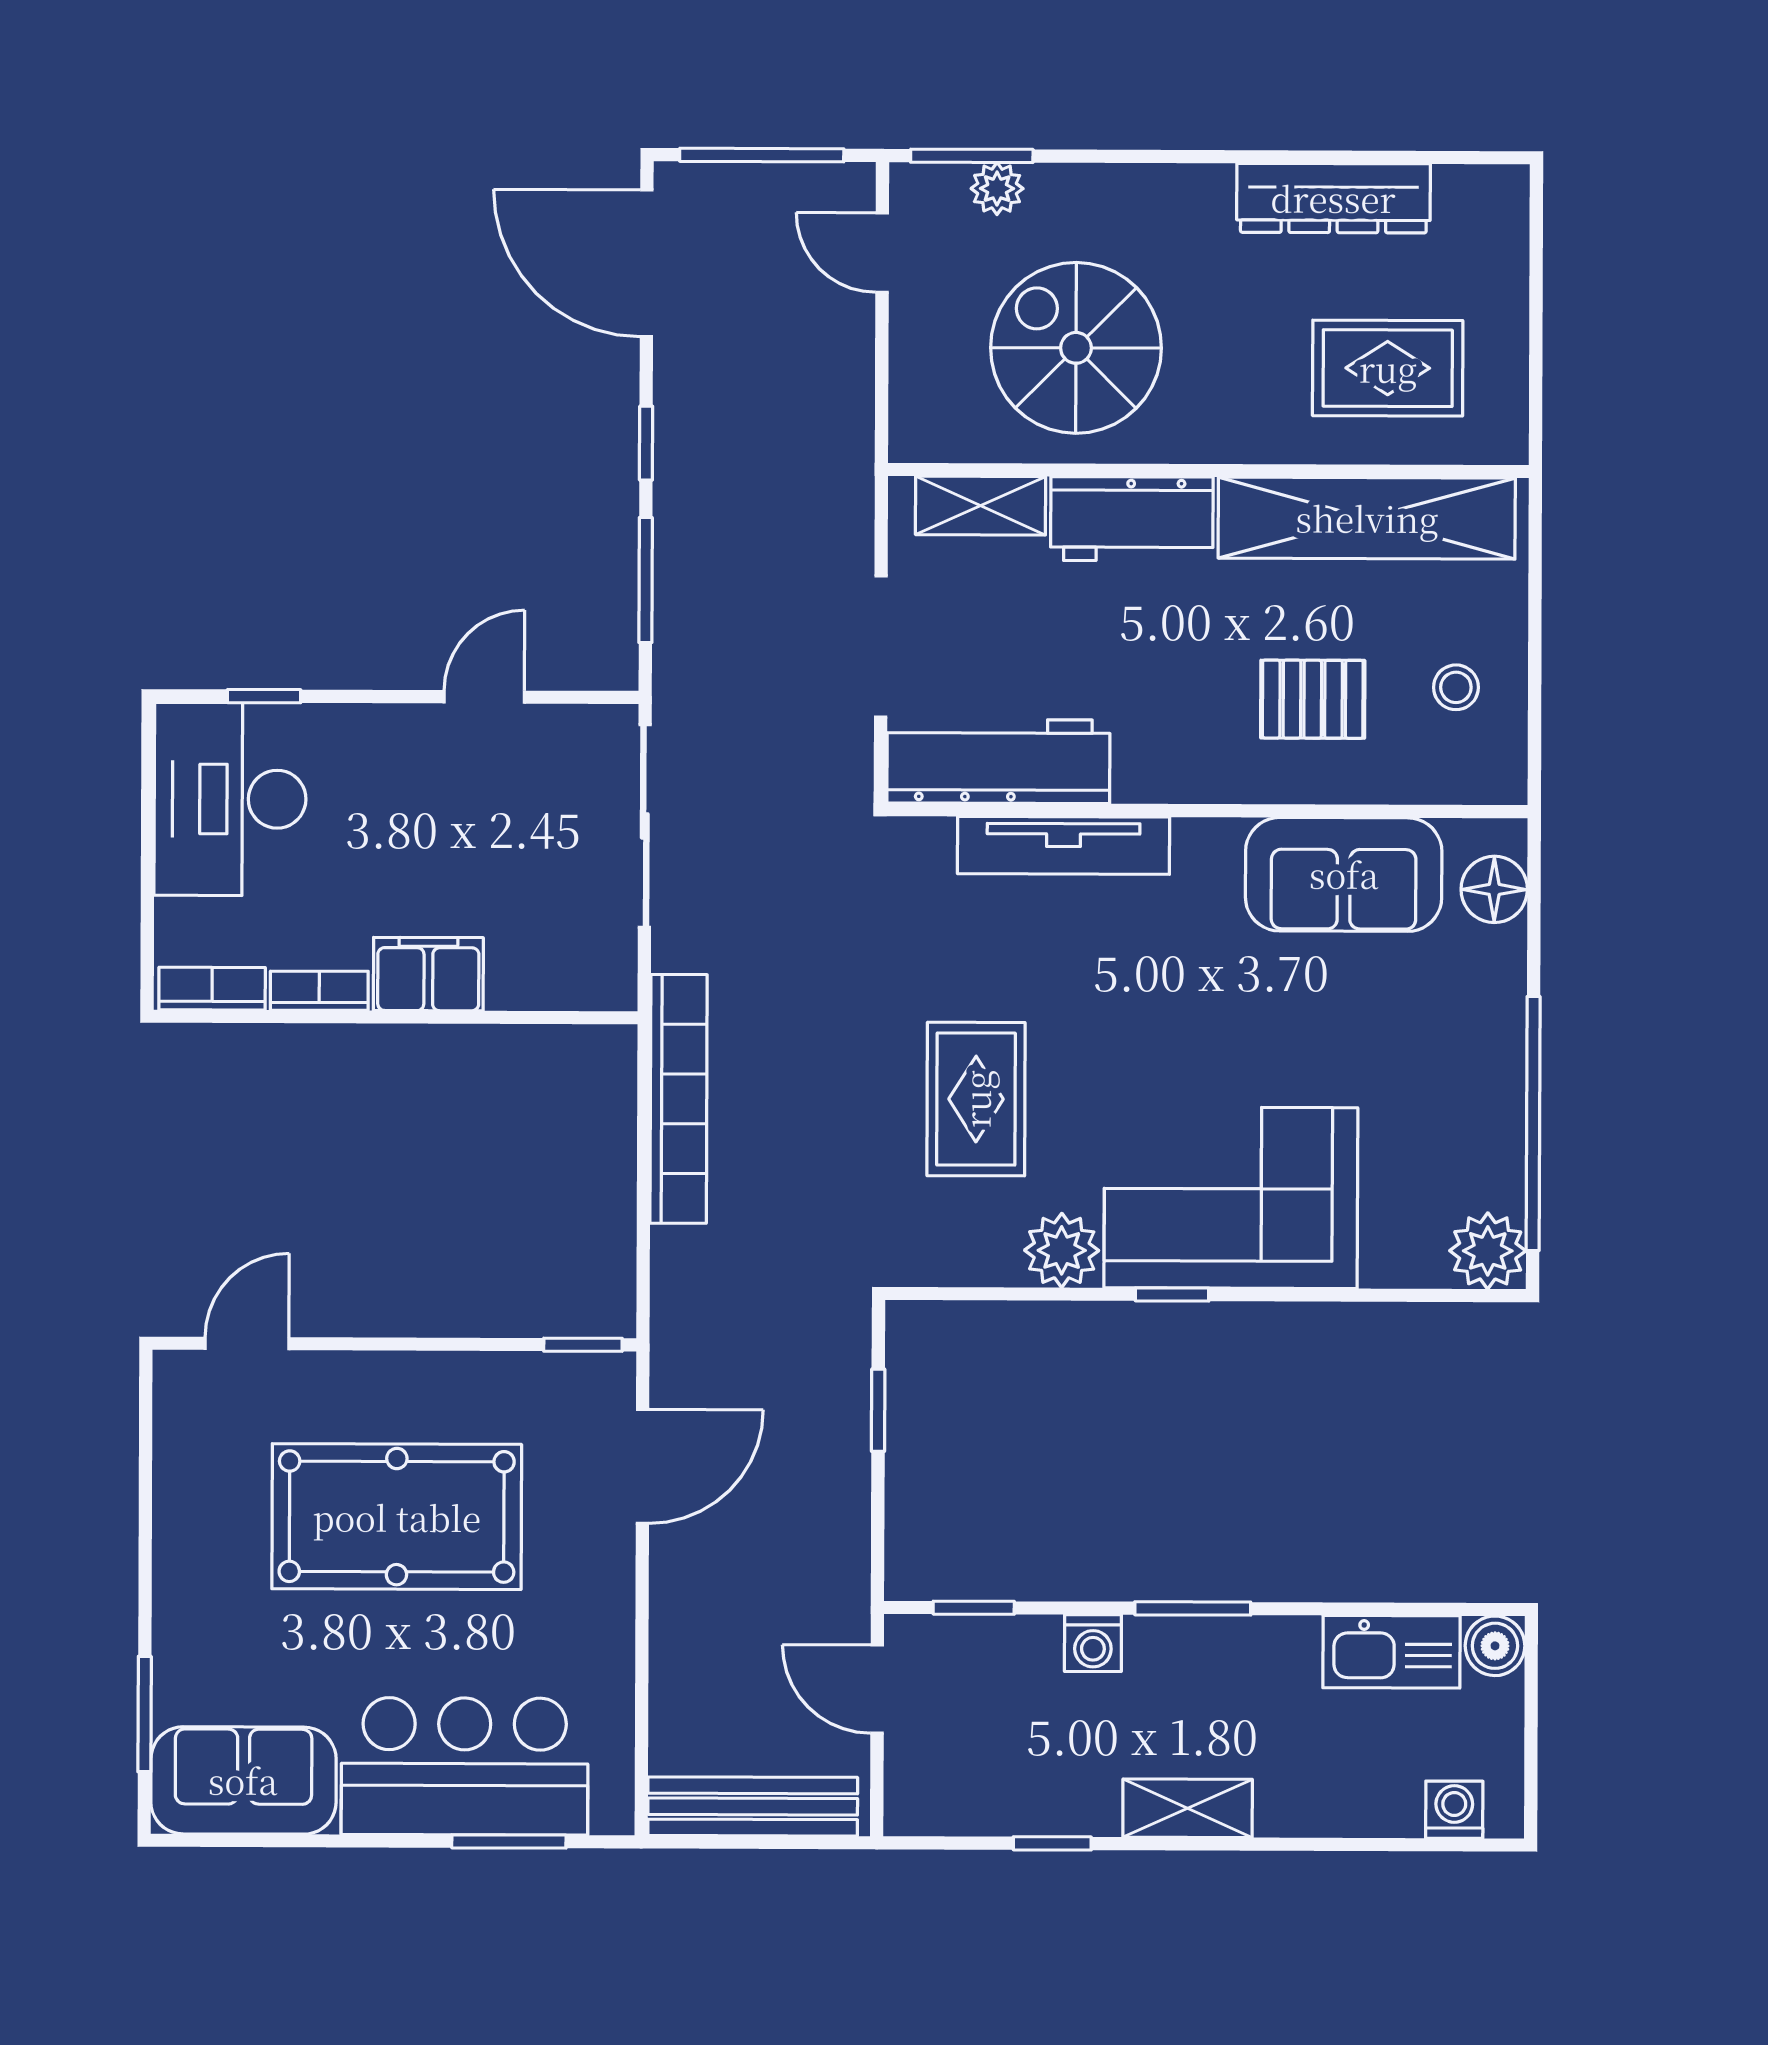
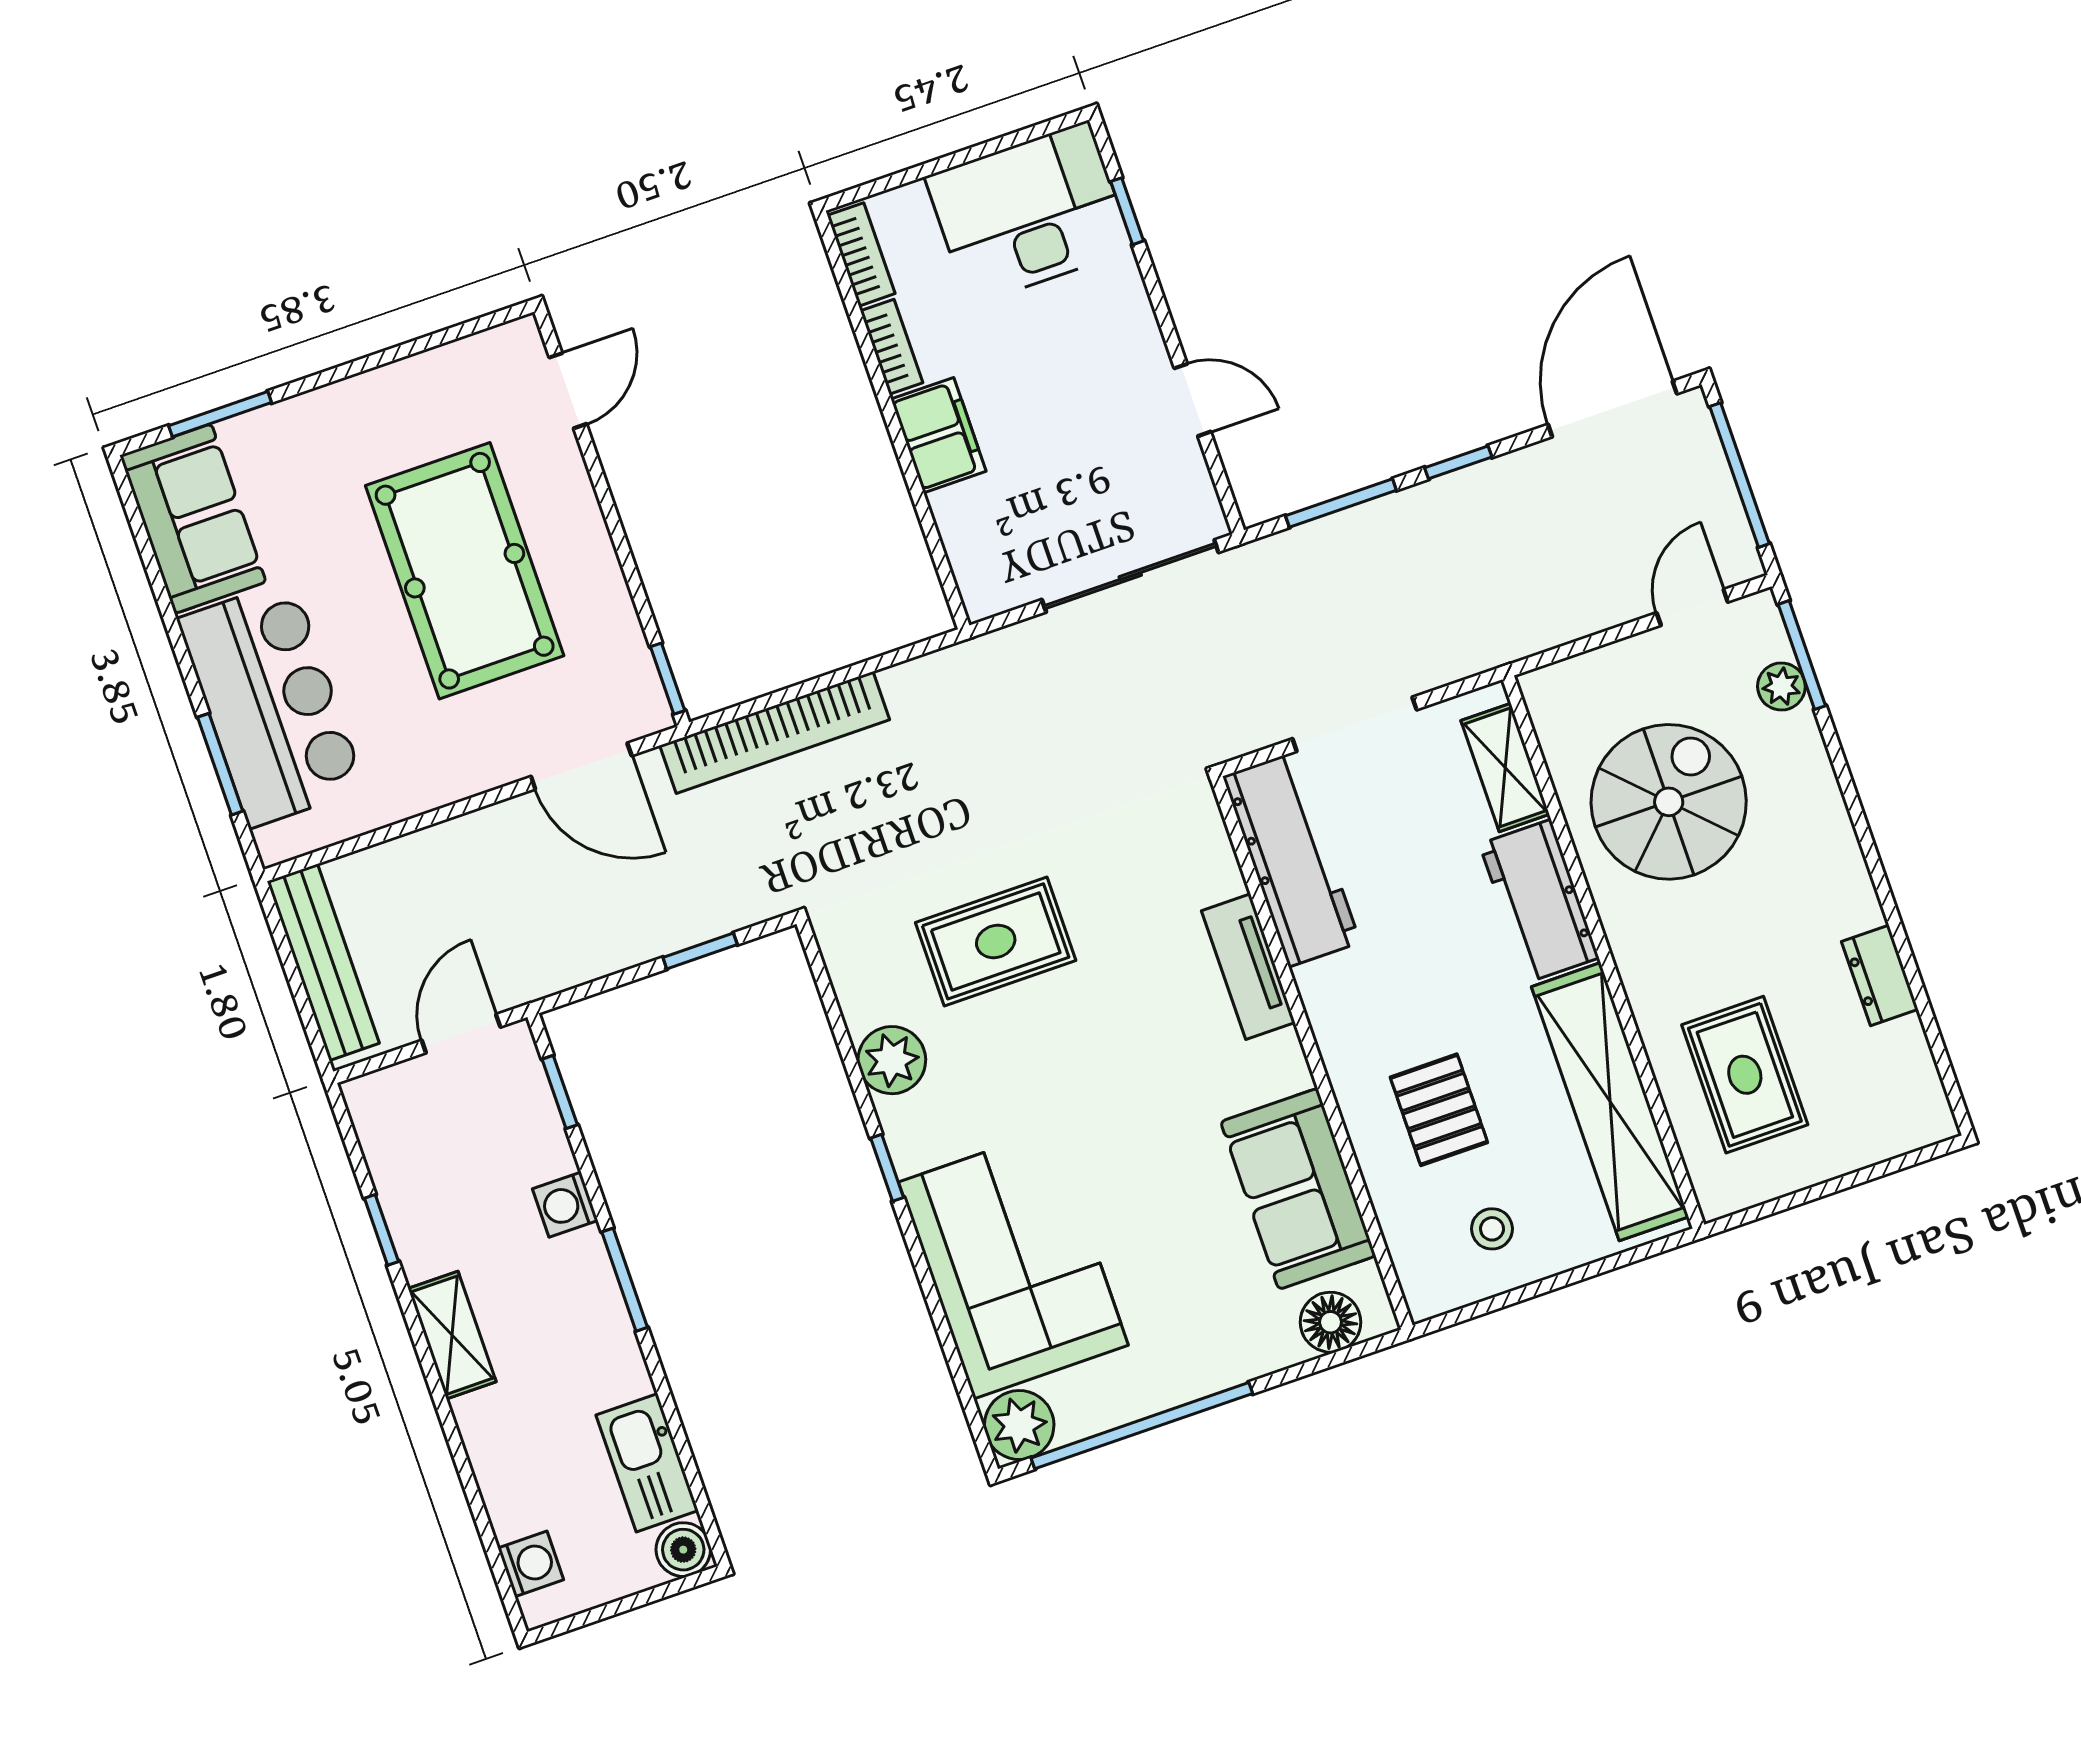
dresser: (1333, 198) -> (1880, 975), width x0.51, depth x0.80
tv unit: (1063, 845) -> (1248, 967), width x0.71
bookcase: (679, 1099) -> (775, 733), moved
corner sofa: (1231, 1198) -> (1013, 1264), moved
door: (247, 1344) -> (568, 391), hinge flipped

